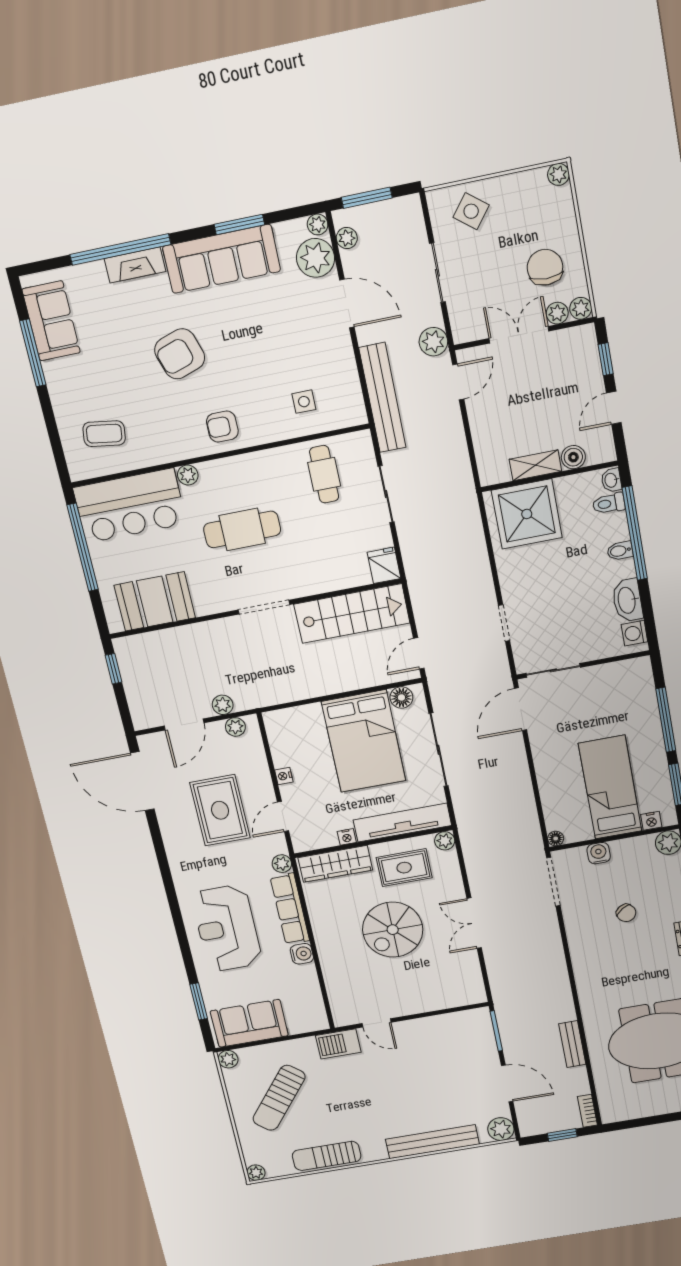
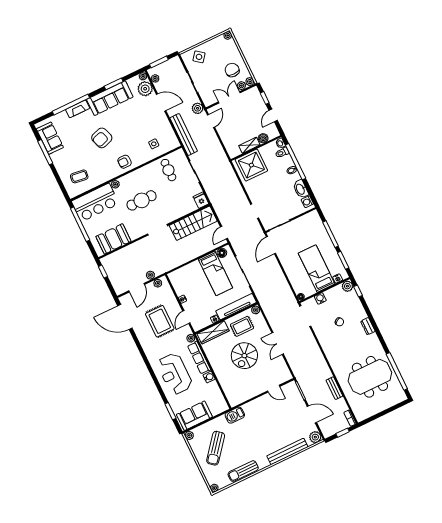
bed: (364, 741) -> (215, 273), width x0.67
door: (377, 1023) -> (274, 389), moved

